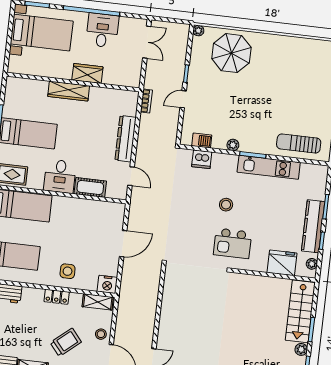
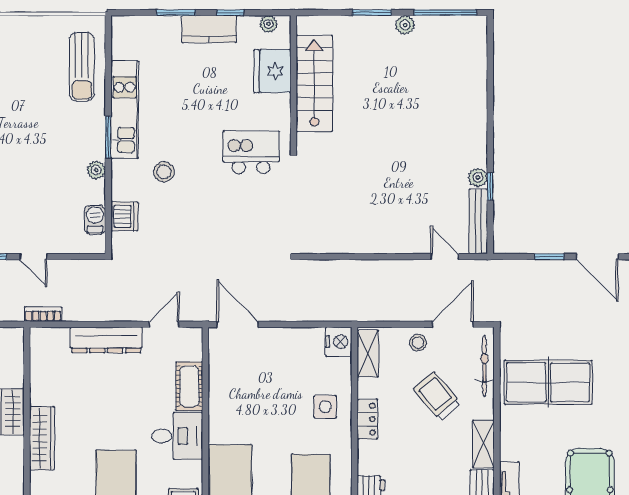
stool: (226, 205) -> (164, 172), moved
kitchen counter: (313, 226) -> (209, 29), width x0.67
kitchen island: (233, 243) -> (251, 152), turned -90
door: (123, 244) -> (237, 324), moved
stairs: (300, 311) -> (314, 83), moved, turned -90

